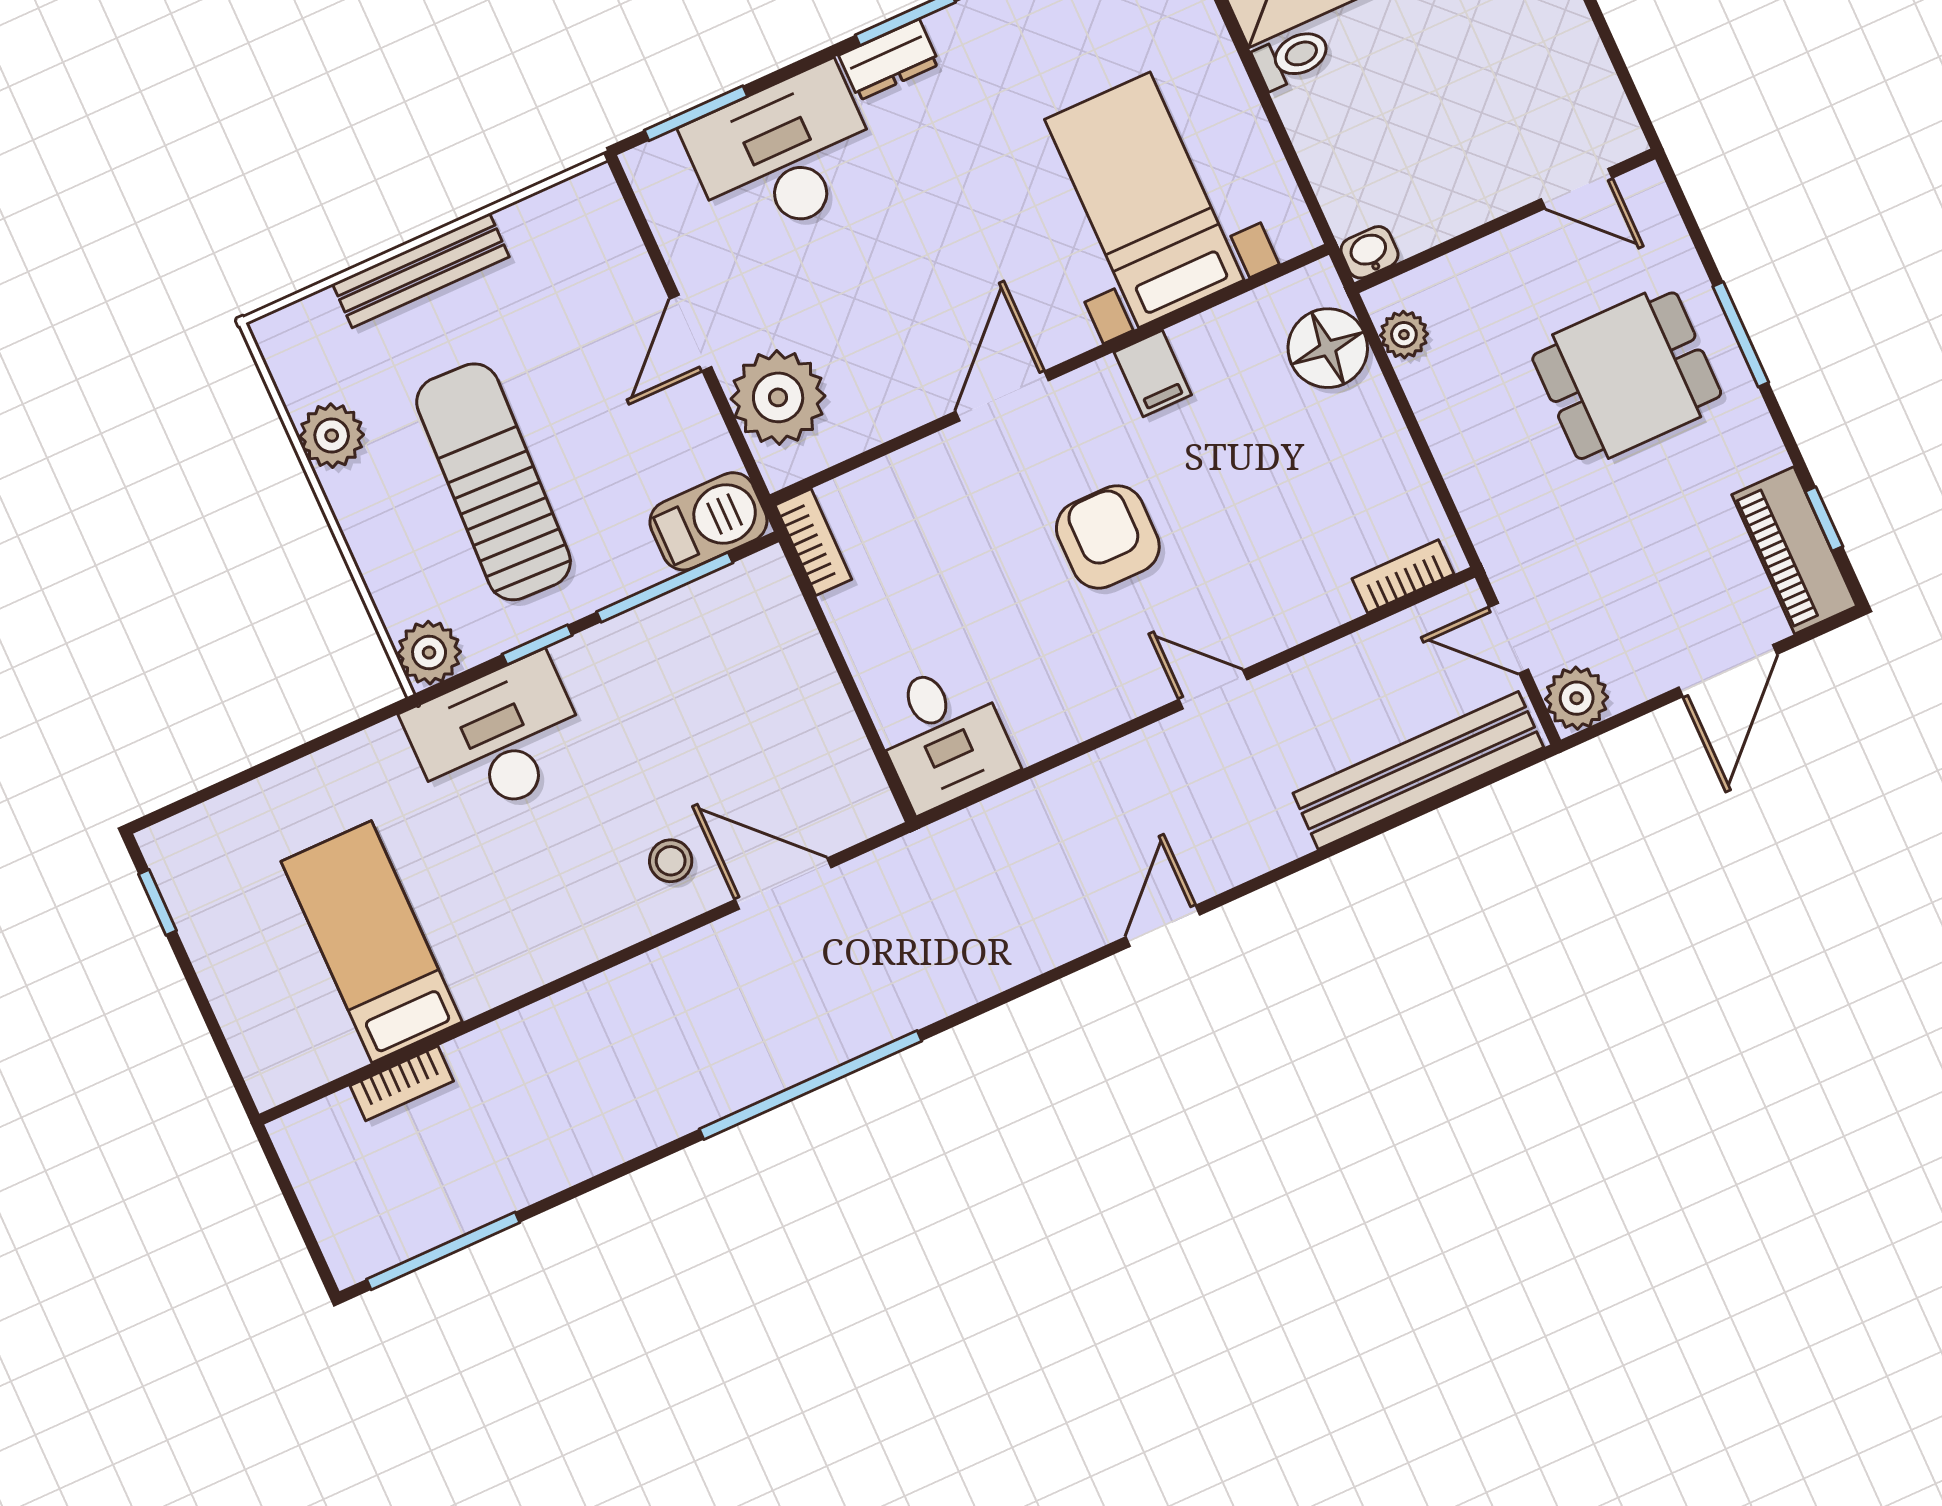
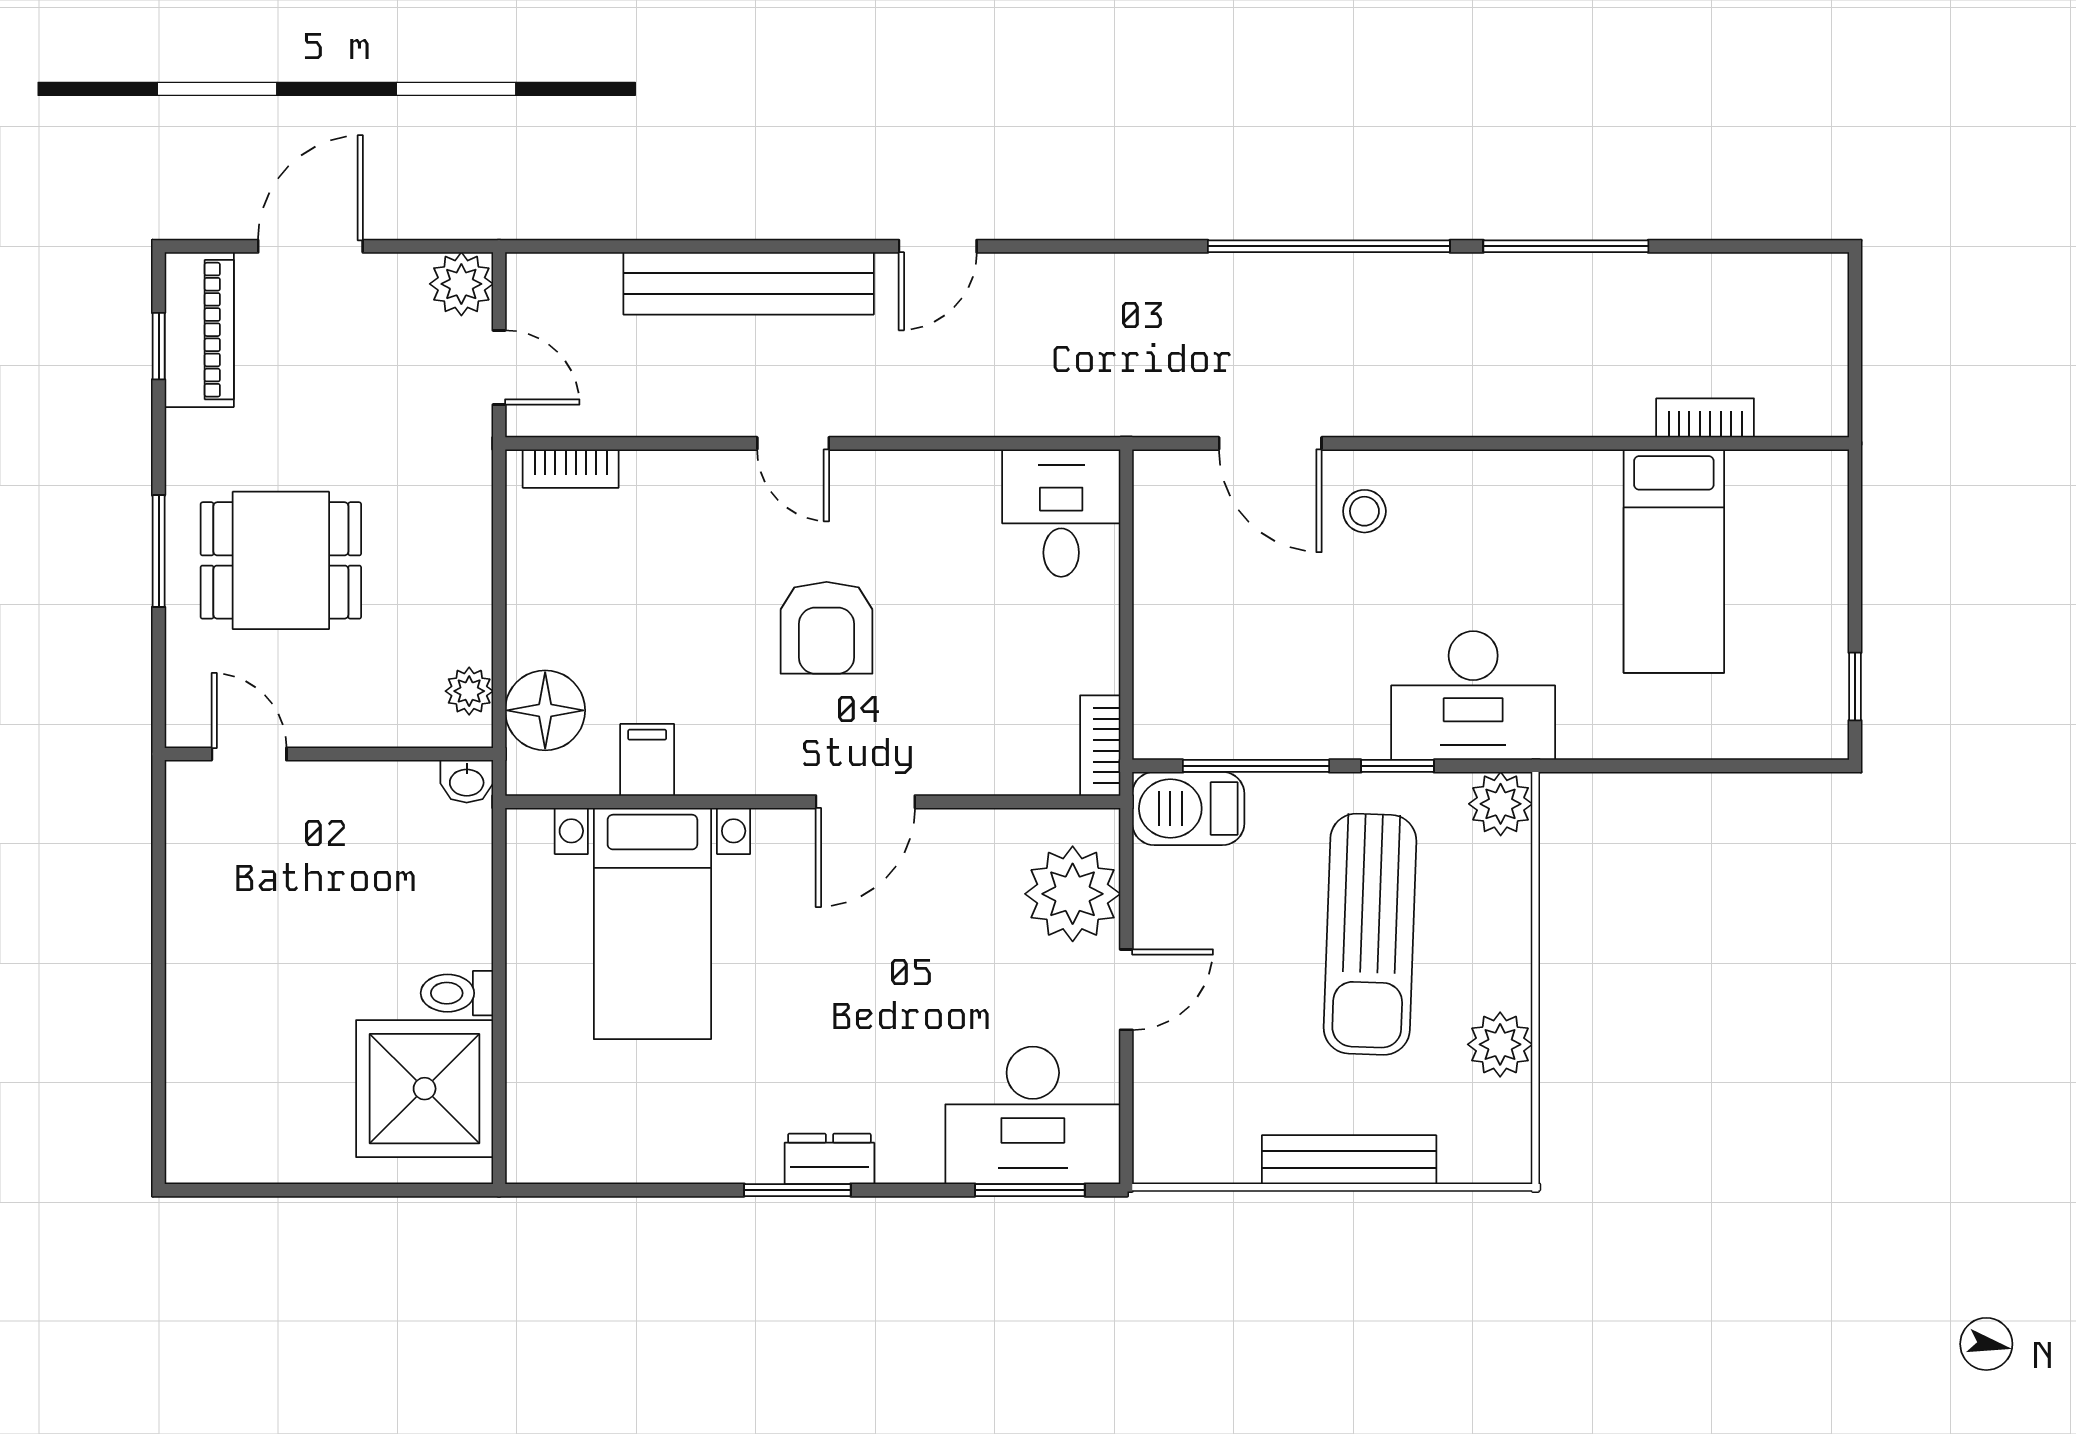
desk: (783, 155) -> (1033, 1115), moved
filing cabinet: (1153, 373) -> (647, 760), moved
bench: (1418, 770) -> (749, 283), moved
window: (443, 1251) -> (1566, 246), moved

